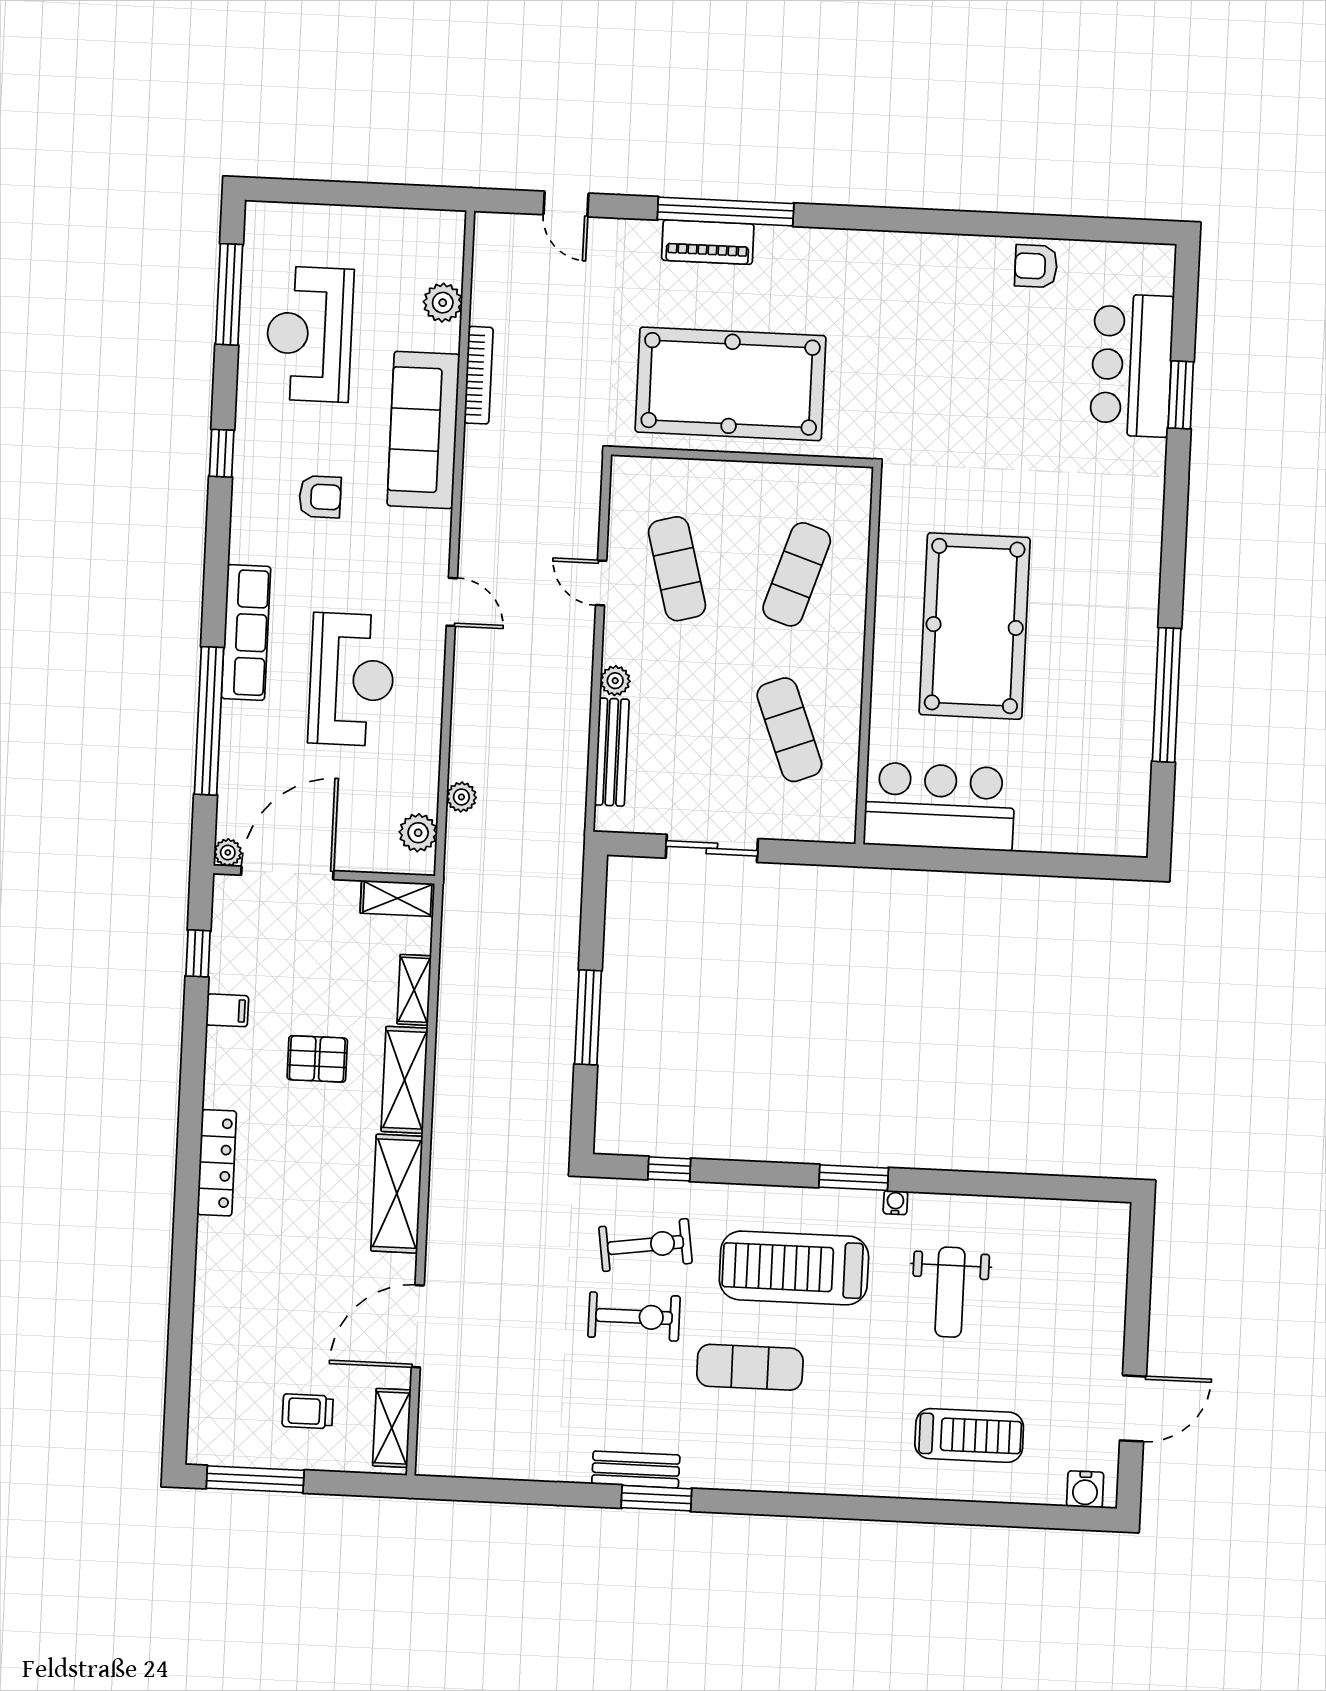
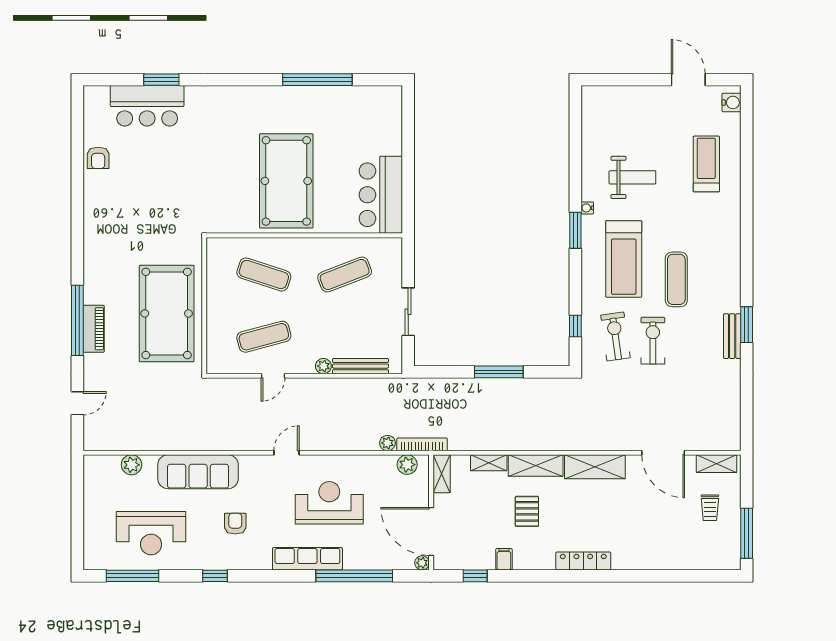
bookcase: (479, 375) -> (422, 444), moved
pool table: (975, 626) -> (286, 181), turned 90

